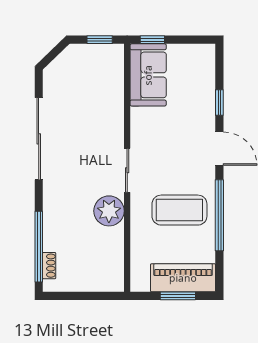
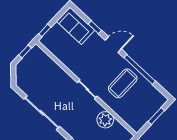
sofa: (148, 75) -> (76, 26), moved, turned 180
plant: (109, 211) -> (105, 120), moved
piano: (183, 278) -> (151, 107), removed

